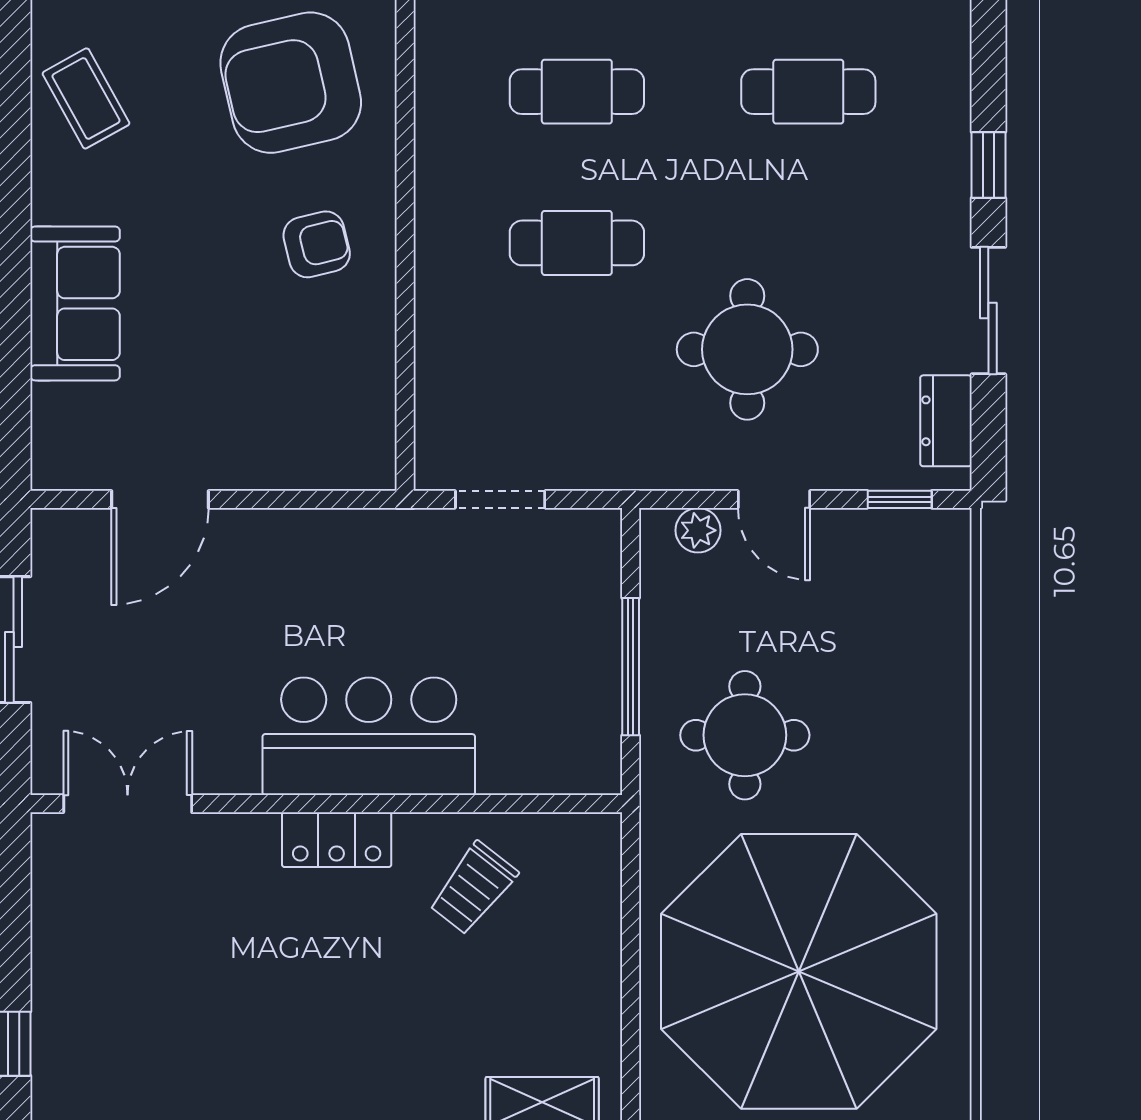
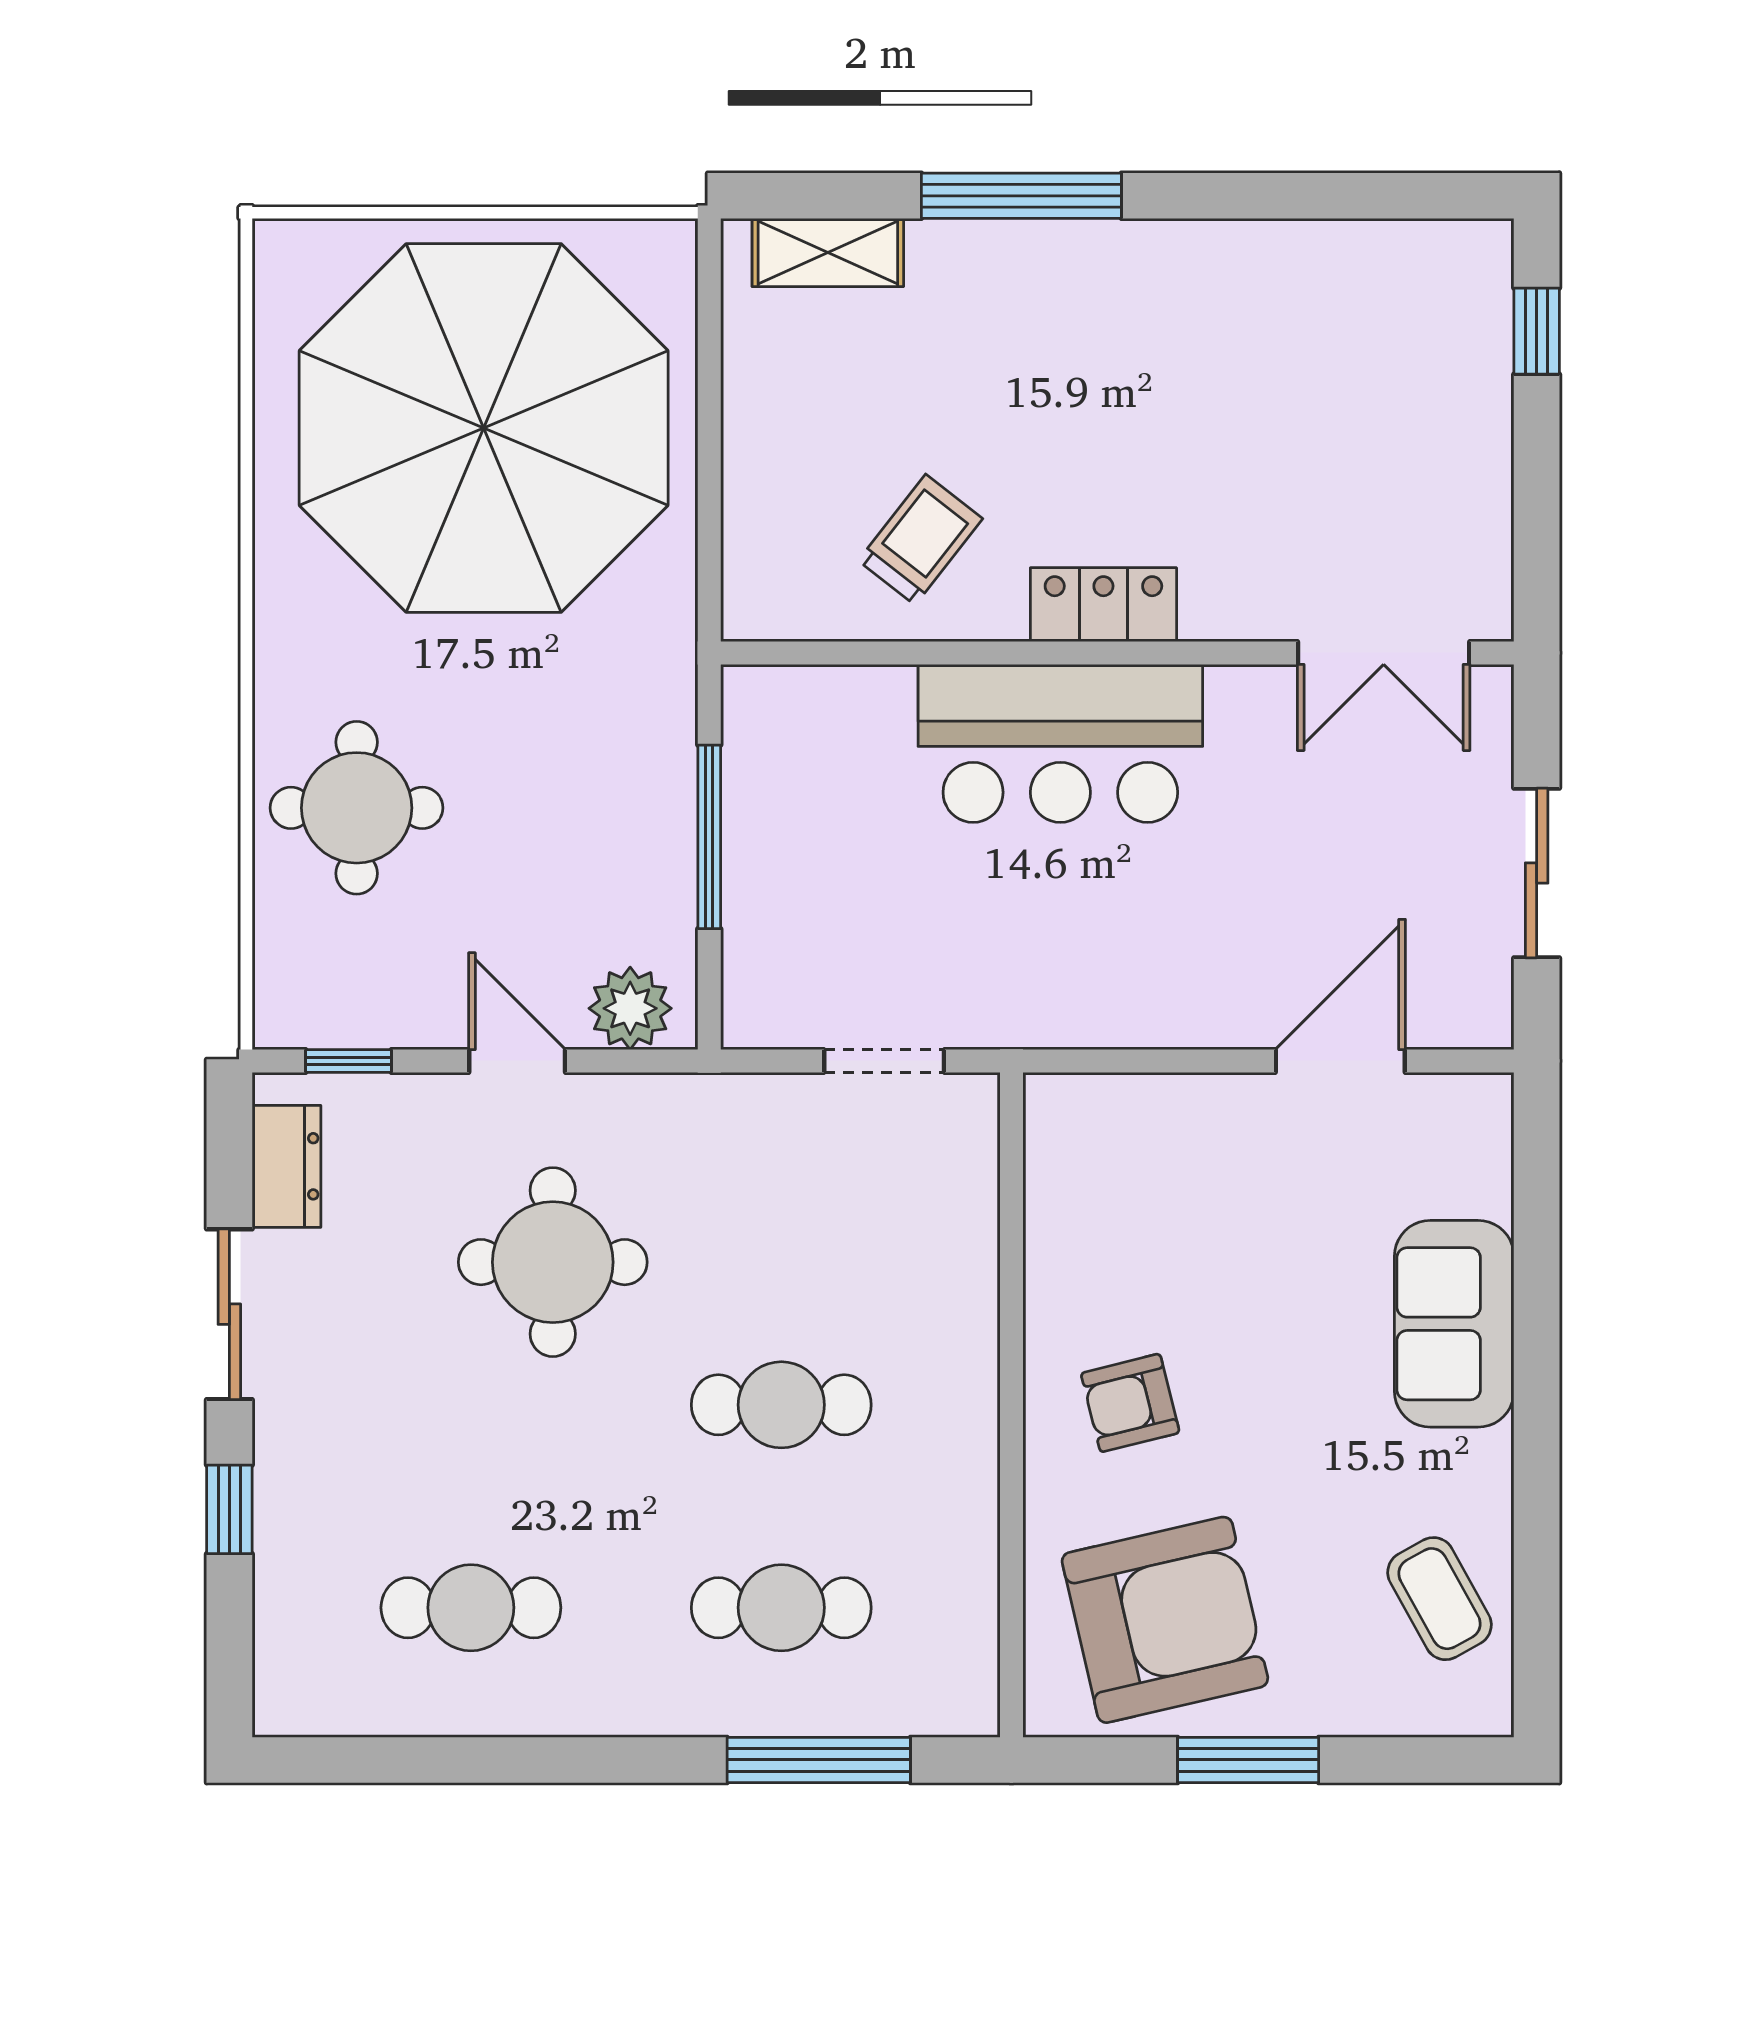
plant: (698, 530) -> (630, 1008), width x1.38, depth x1.38
round table: (745, 735) -> (357, 808), moved

